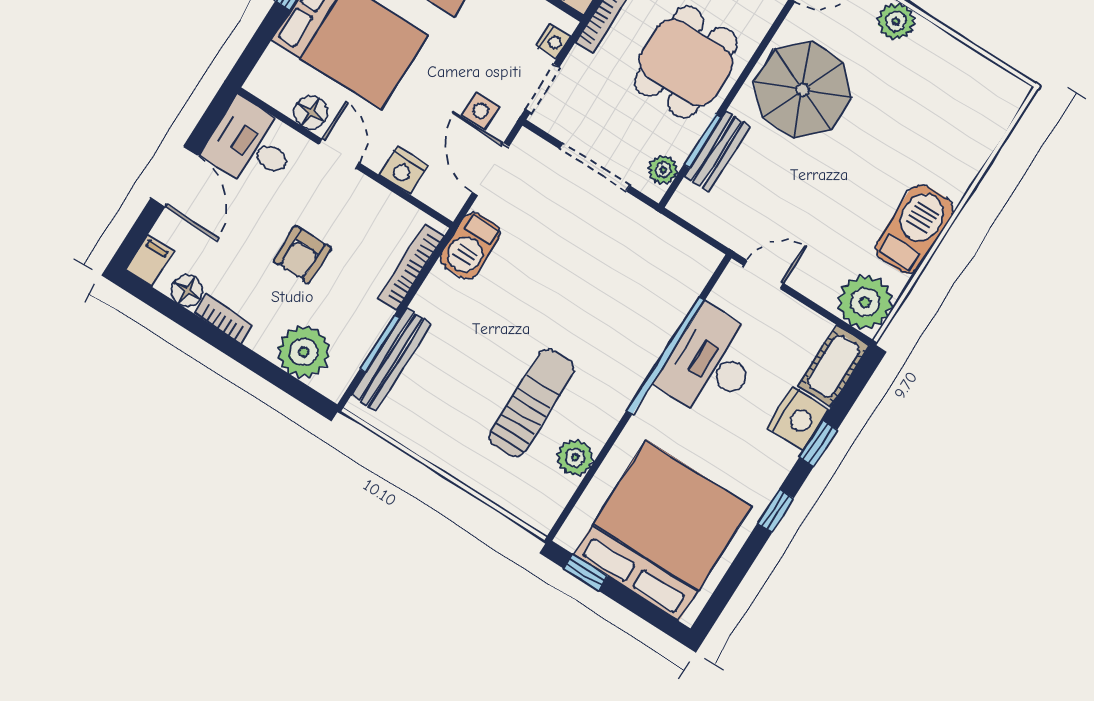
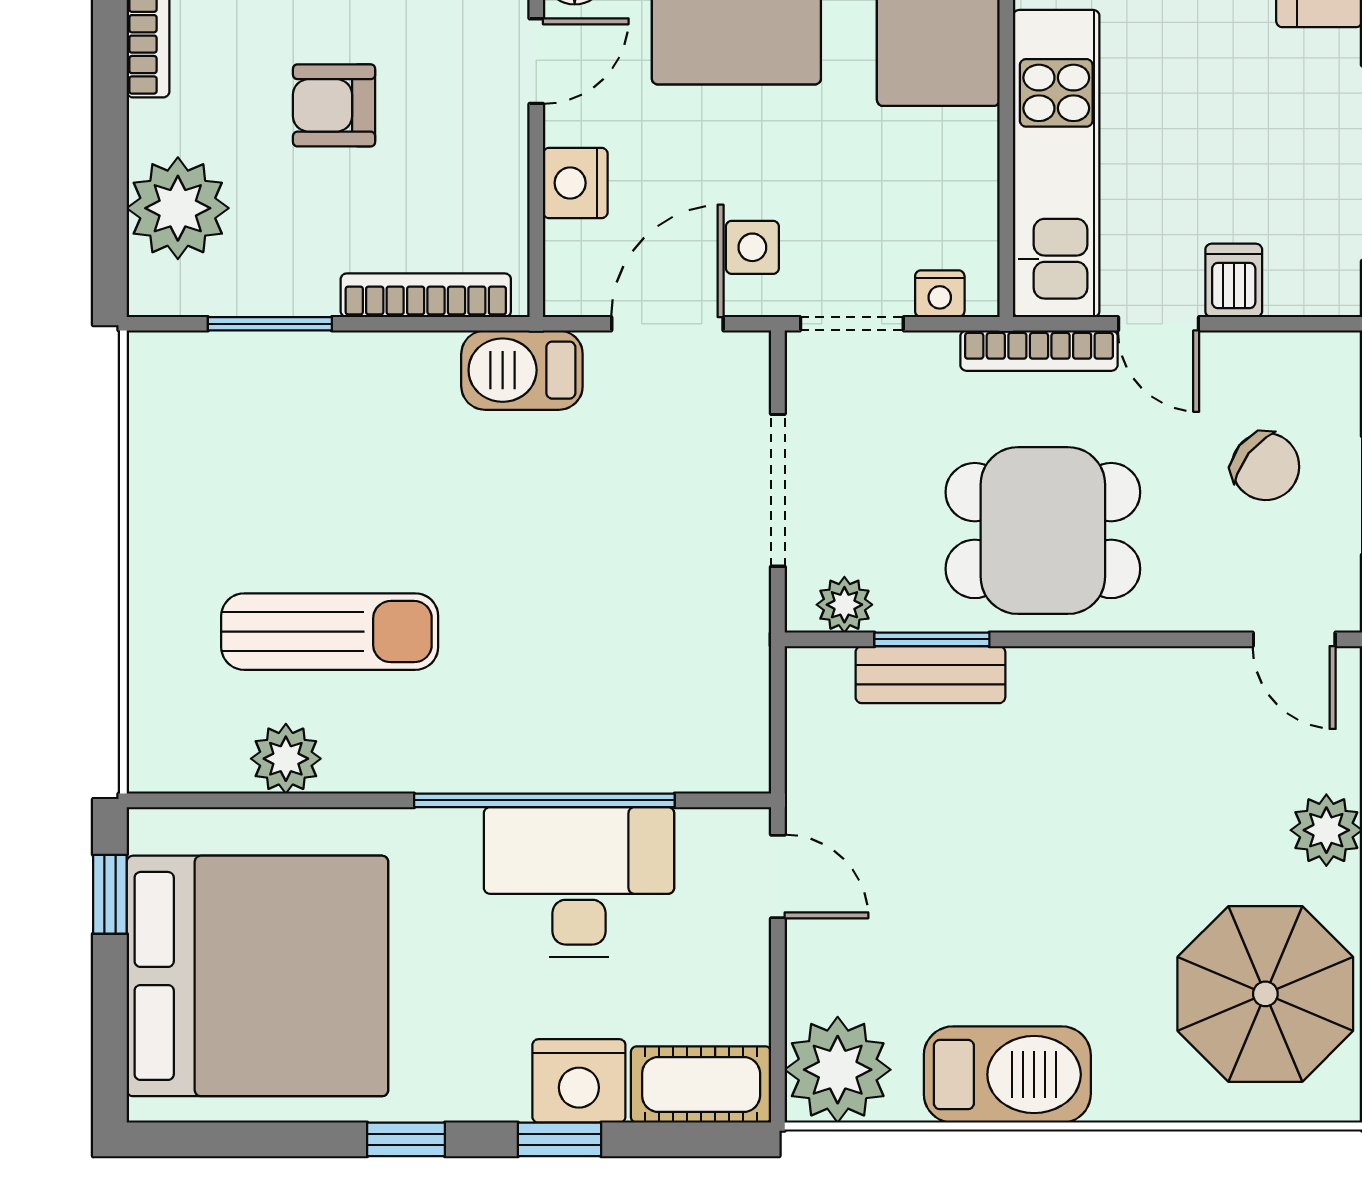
parasol: (803, 90) -> (1265, 994), moved
bench: (391, 360) -> (255, 358), removed

